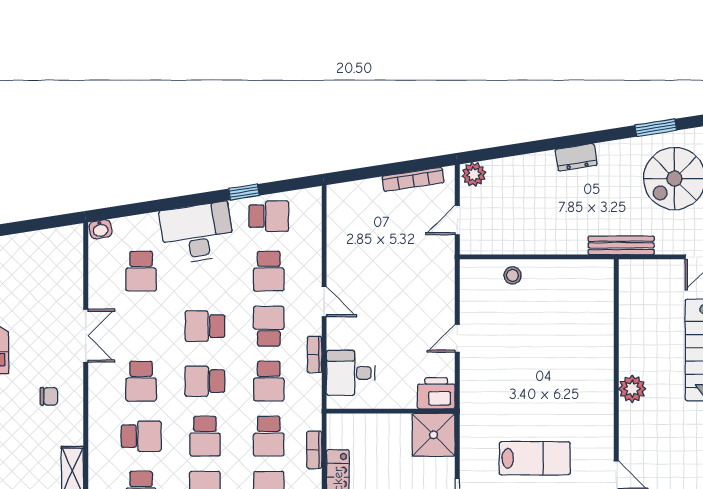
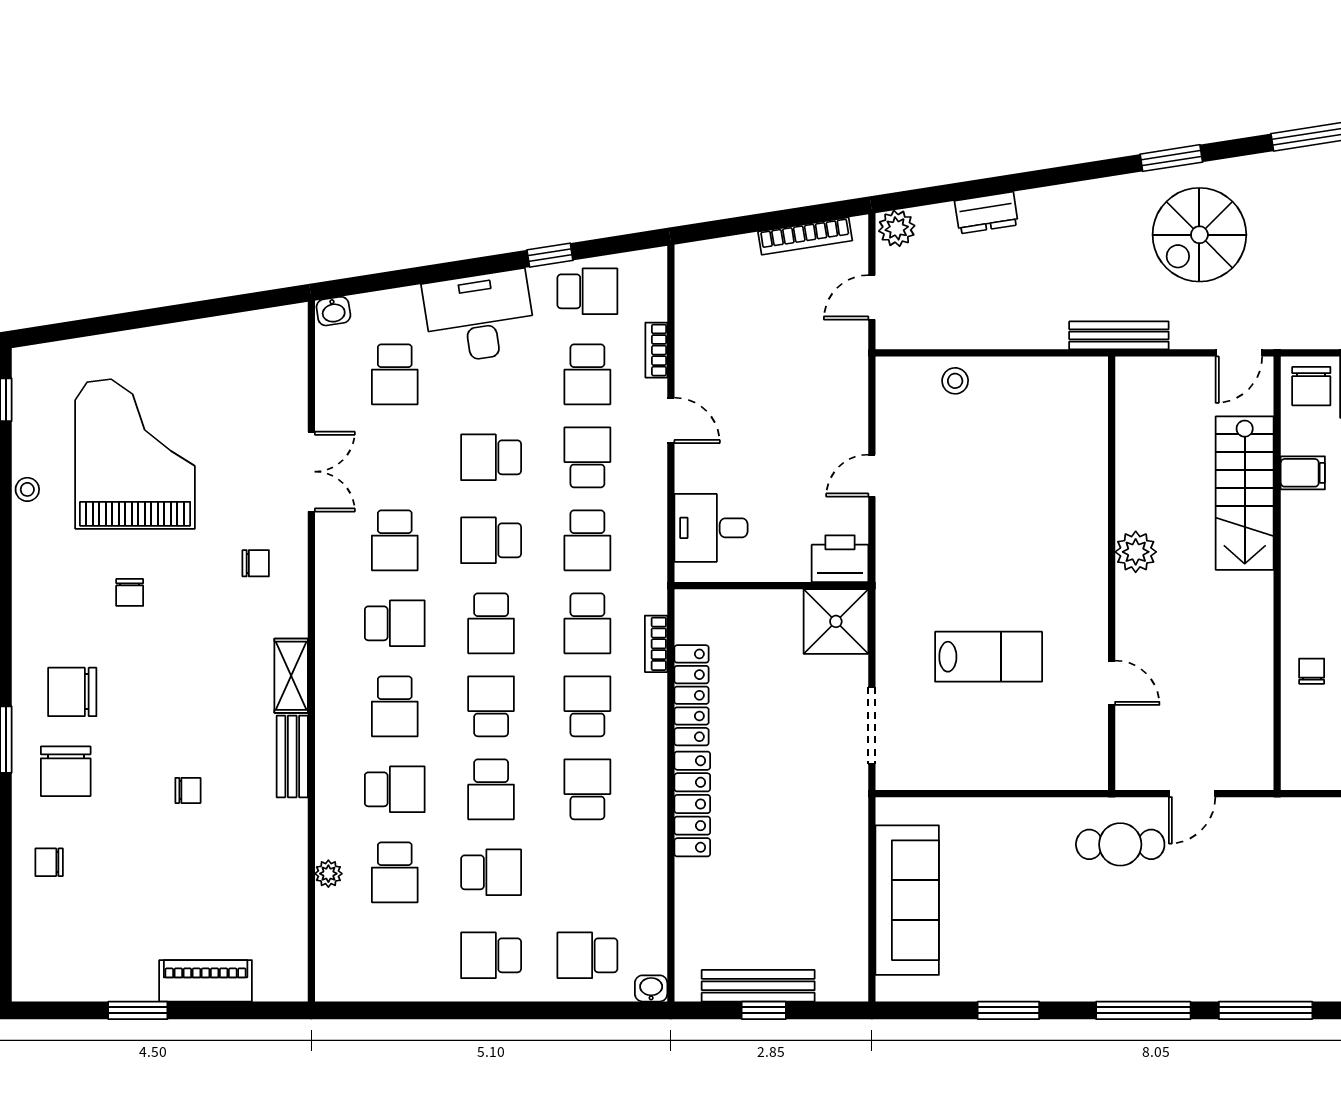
dresser: (576, 157) -> (986, 213), moved
bookcase: (314, 354) -> (656, 350), moved

